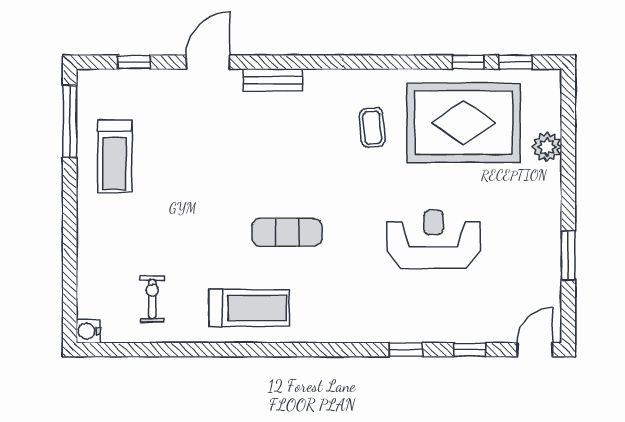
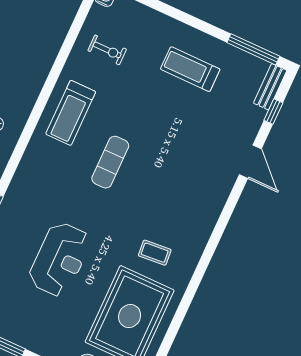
window: (468, 62) -> (169, 338), removed
bench: (273, 80) -> (270, 87), moved
treadmill: (115, 156) -> (190, 69), moved

